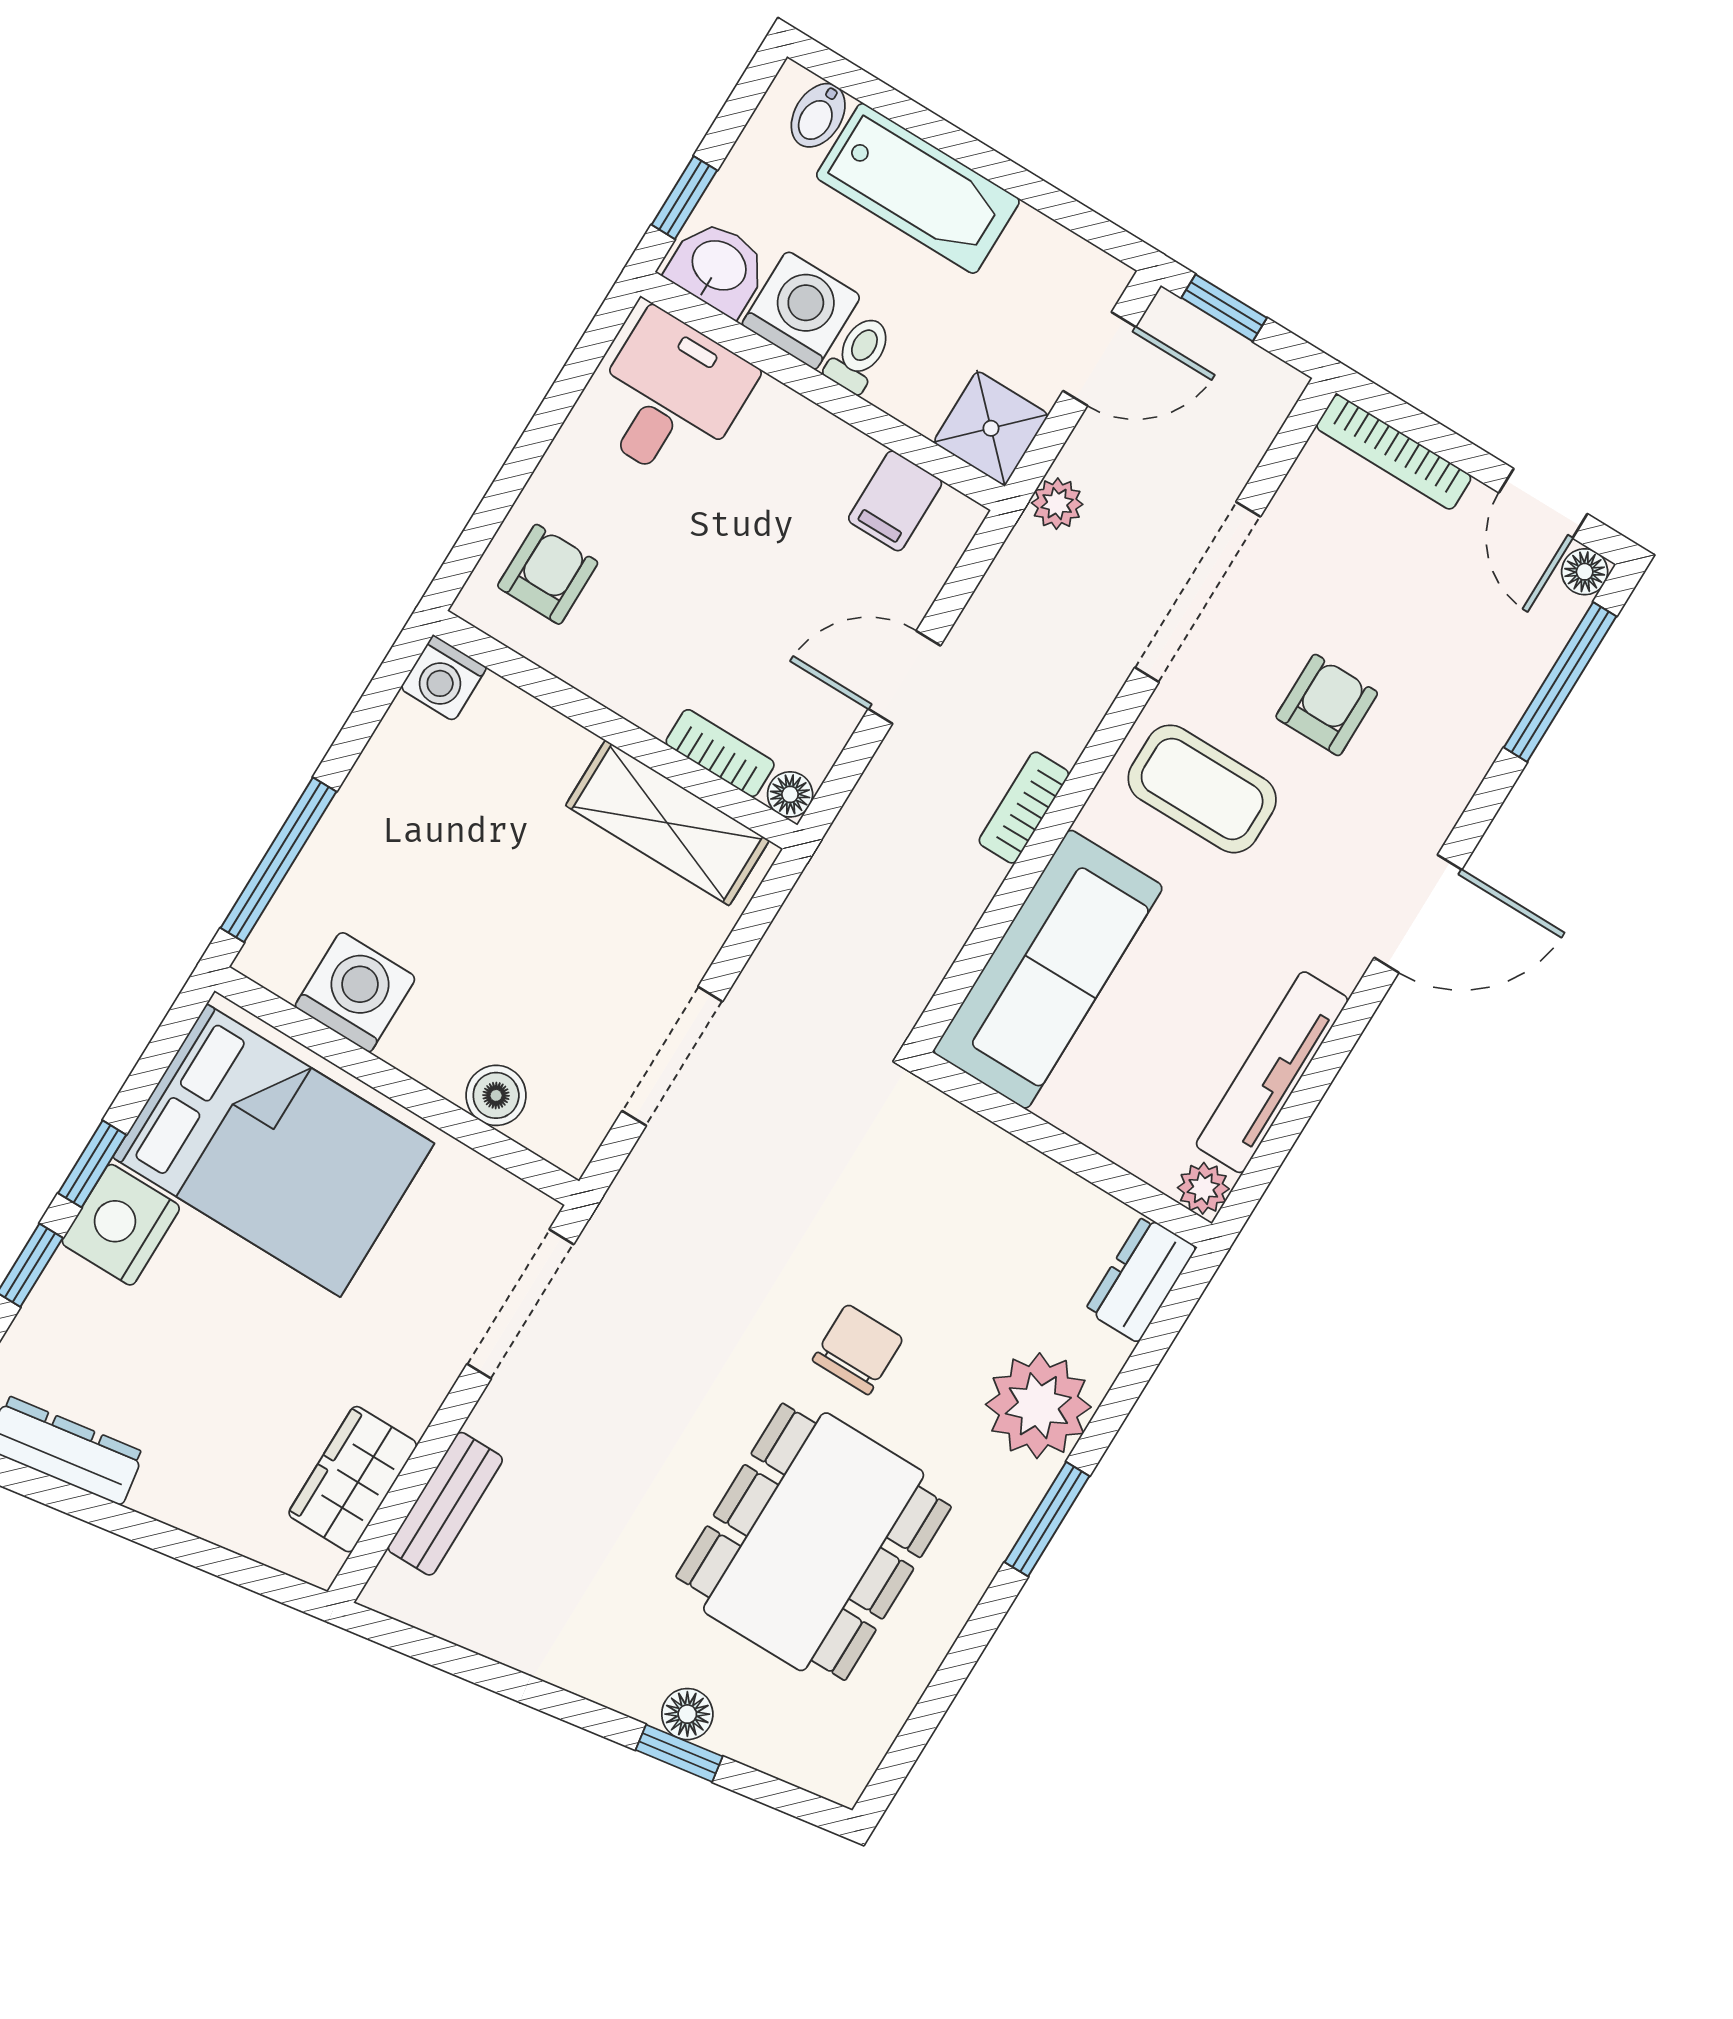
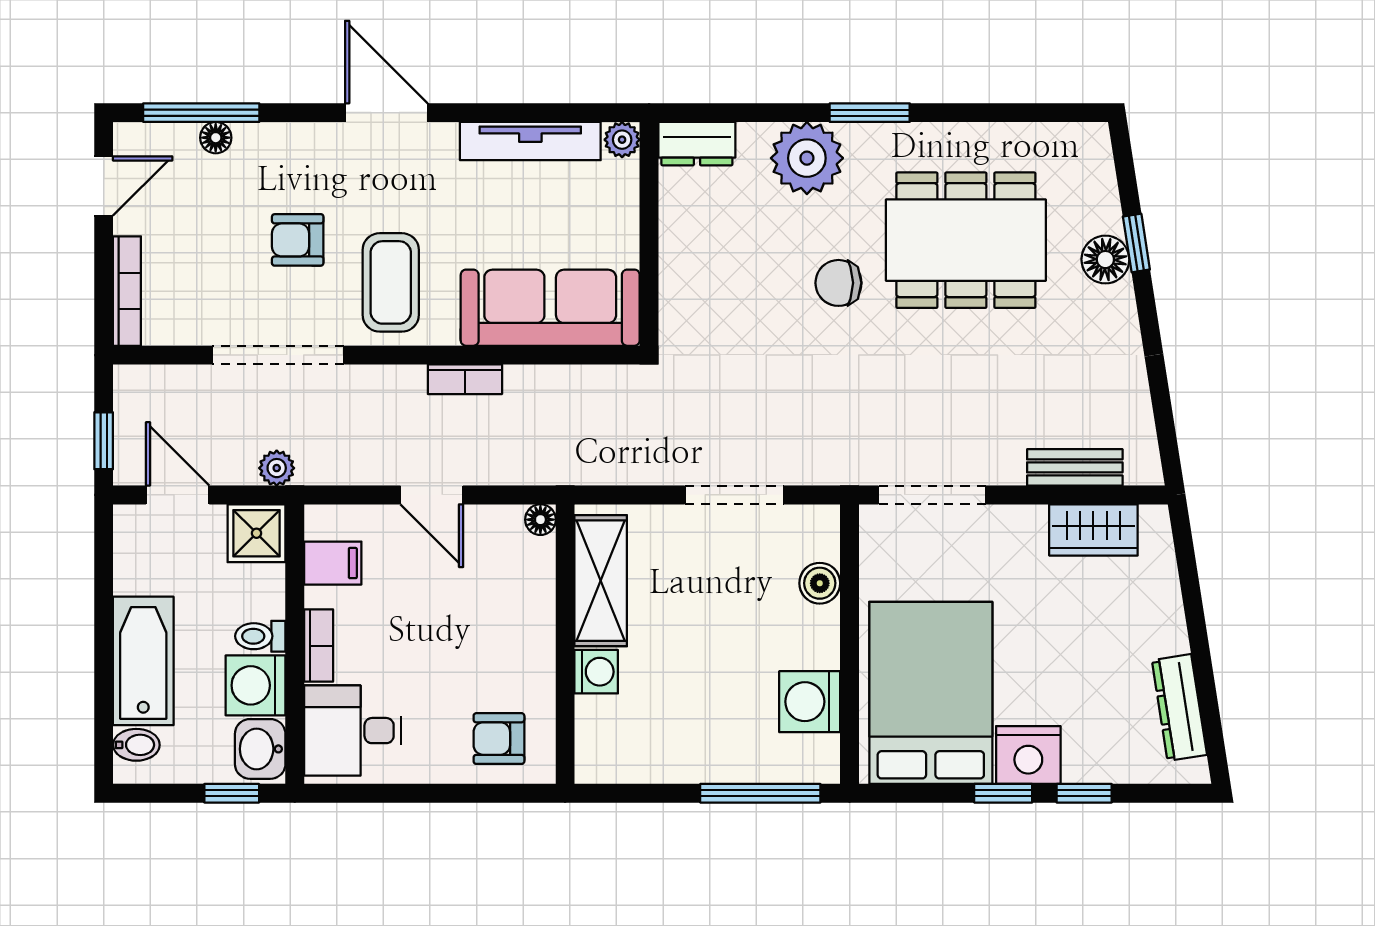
floor lamp: (1585, 572) -> (216, 138), moved
washing machine: (443, 678) -> (596, 672), moved
bookcase: (720, 753) -> (319, 646), moved, turned 180
floor lamp: (687, 1714) -> (1105, 260), width x1.37, depth x1.37

